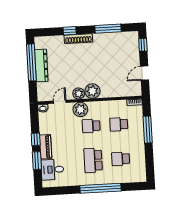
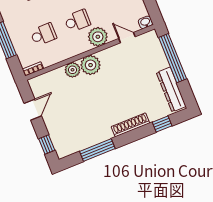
window: (70, 31) -> (162, 124), moved
window: (31, 62) -> (173, 58), moved
dresser: (41, 65) -> (171, 90), moved
plant: (79, 94) -> (73, 70), moved
door: (60, 102) -> (127, 38), swing flipped

